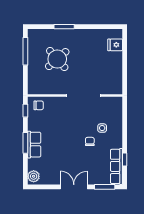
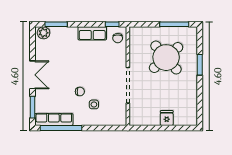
fridge: (115, 45) -> (167, 118), moved
round table: (57, 59) -> (166, 58), width x1.36, depth x1.36
window: (25, 143) -> (56, 24), moved
row of seats: (34, 145) -> (92, 33), moved
window: (125, 159) -> (61, 128), width x3.17

